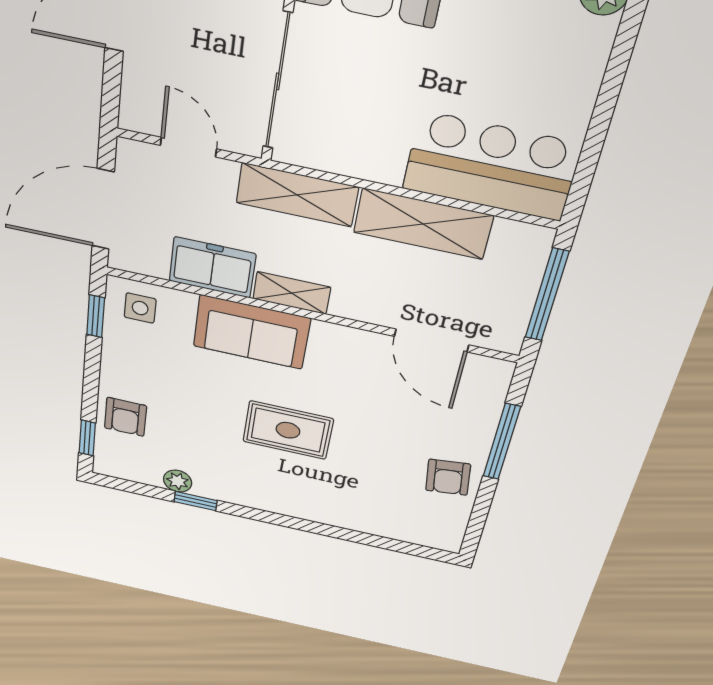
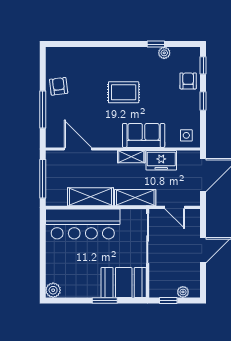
bar counter: (491, 166) -> (83, 224), width x1.36
window: (96, 316) -> (203, 101), moved

